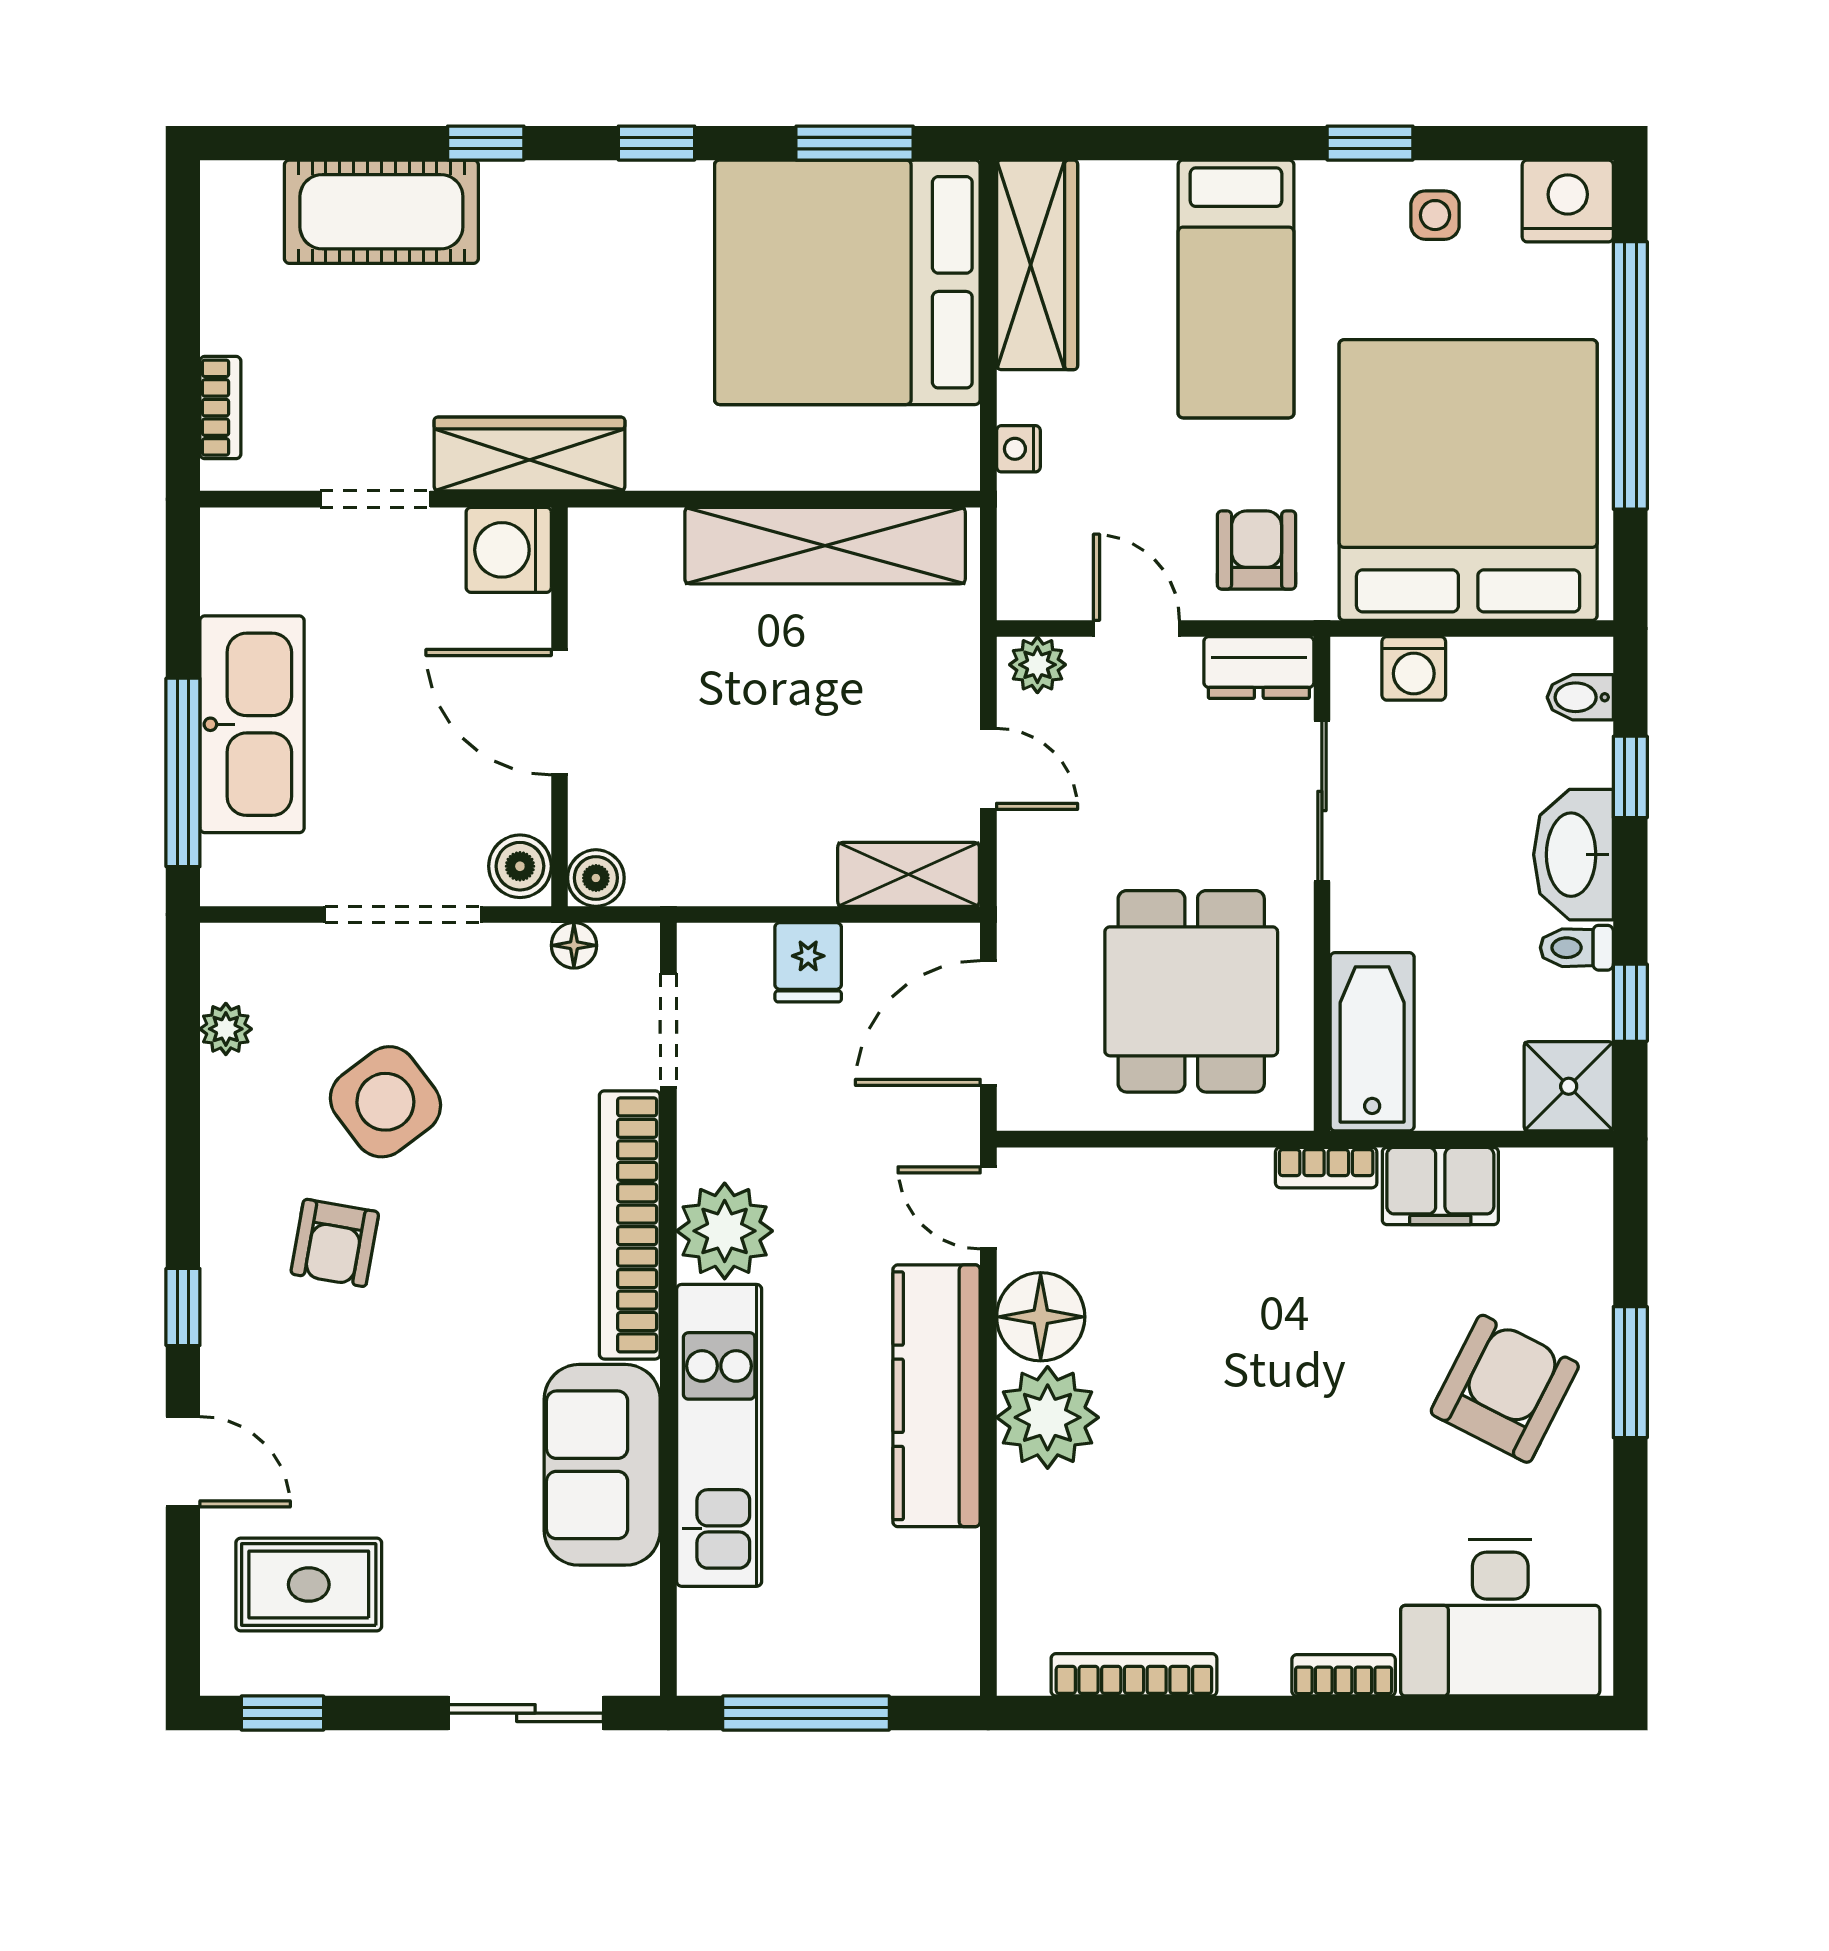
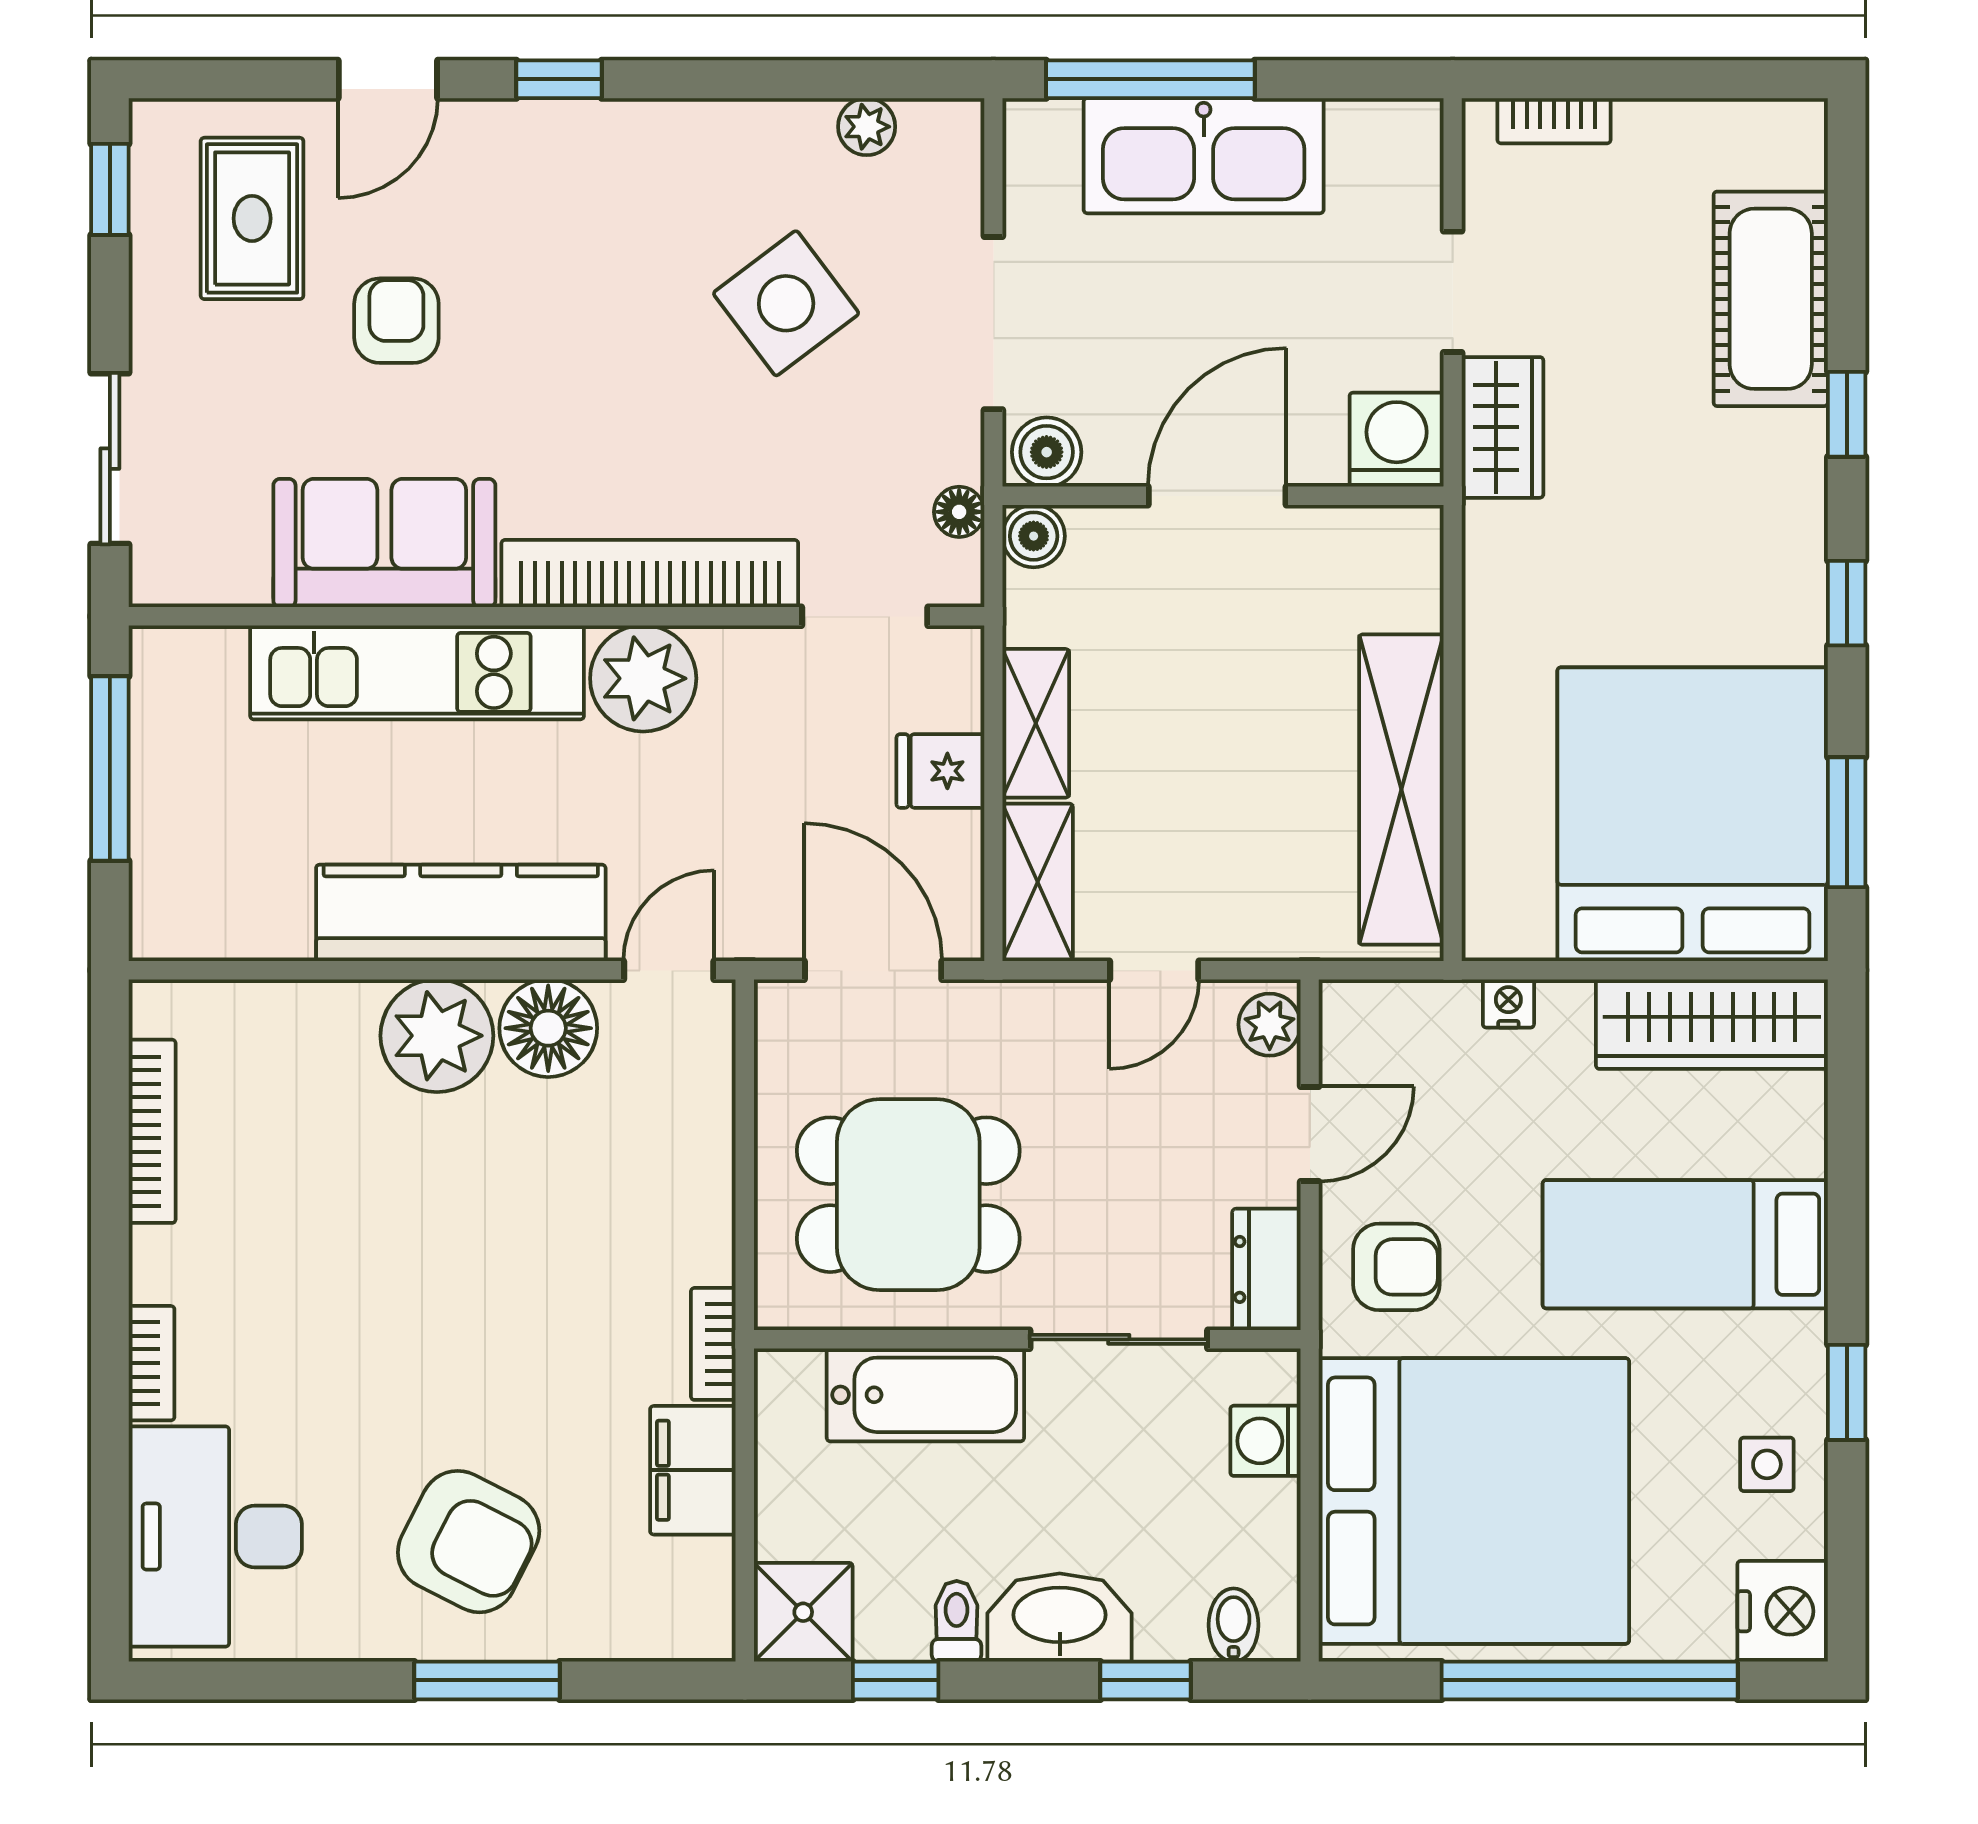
wardrobe: (529, 454) -> (1503, 427), width x0.67
shelving: (765, 876) -> (1036, 723), added
bathtub: (1372, 1042) -> (925, 1395), moved
armchair: (335, 1243) -> (396, 321), moved, turned 80

